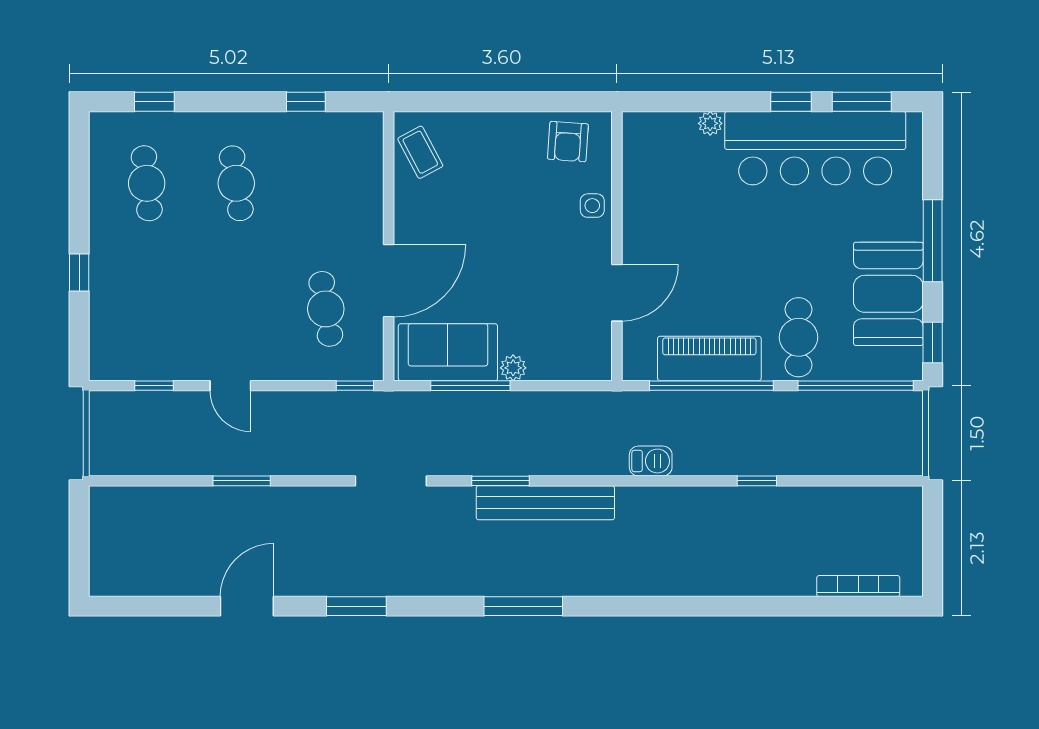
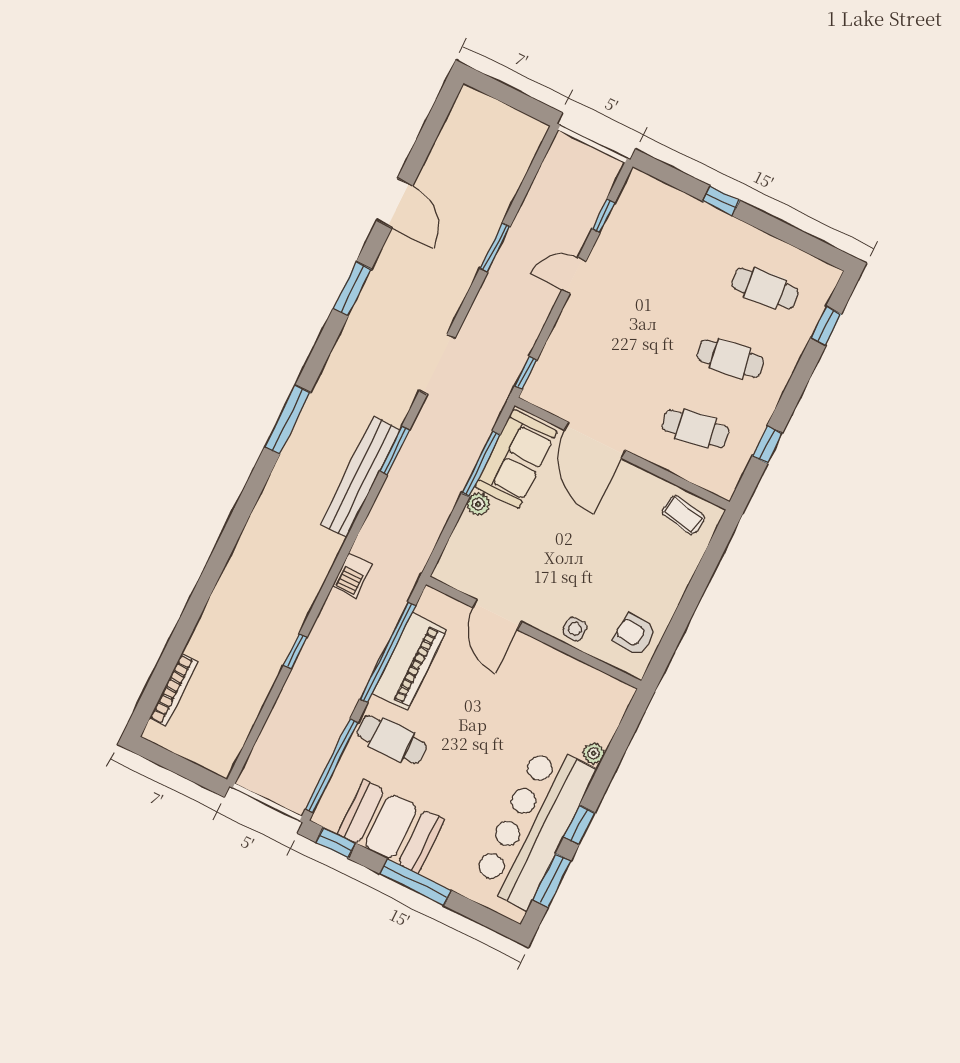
coffee table: (420, 152) -> (683, 515), turned 39
cafe table: (326, 309) -> (696, 429), moved

